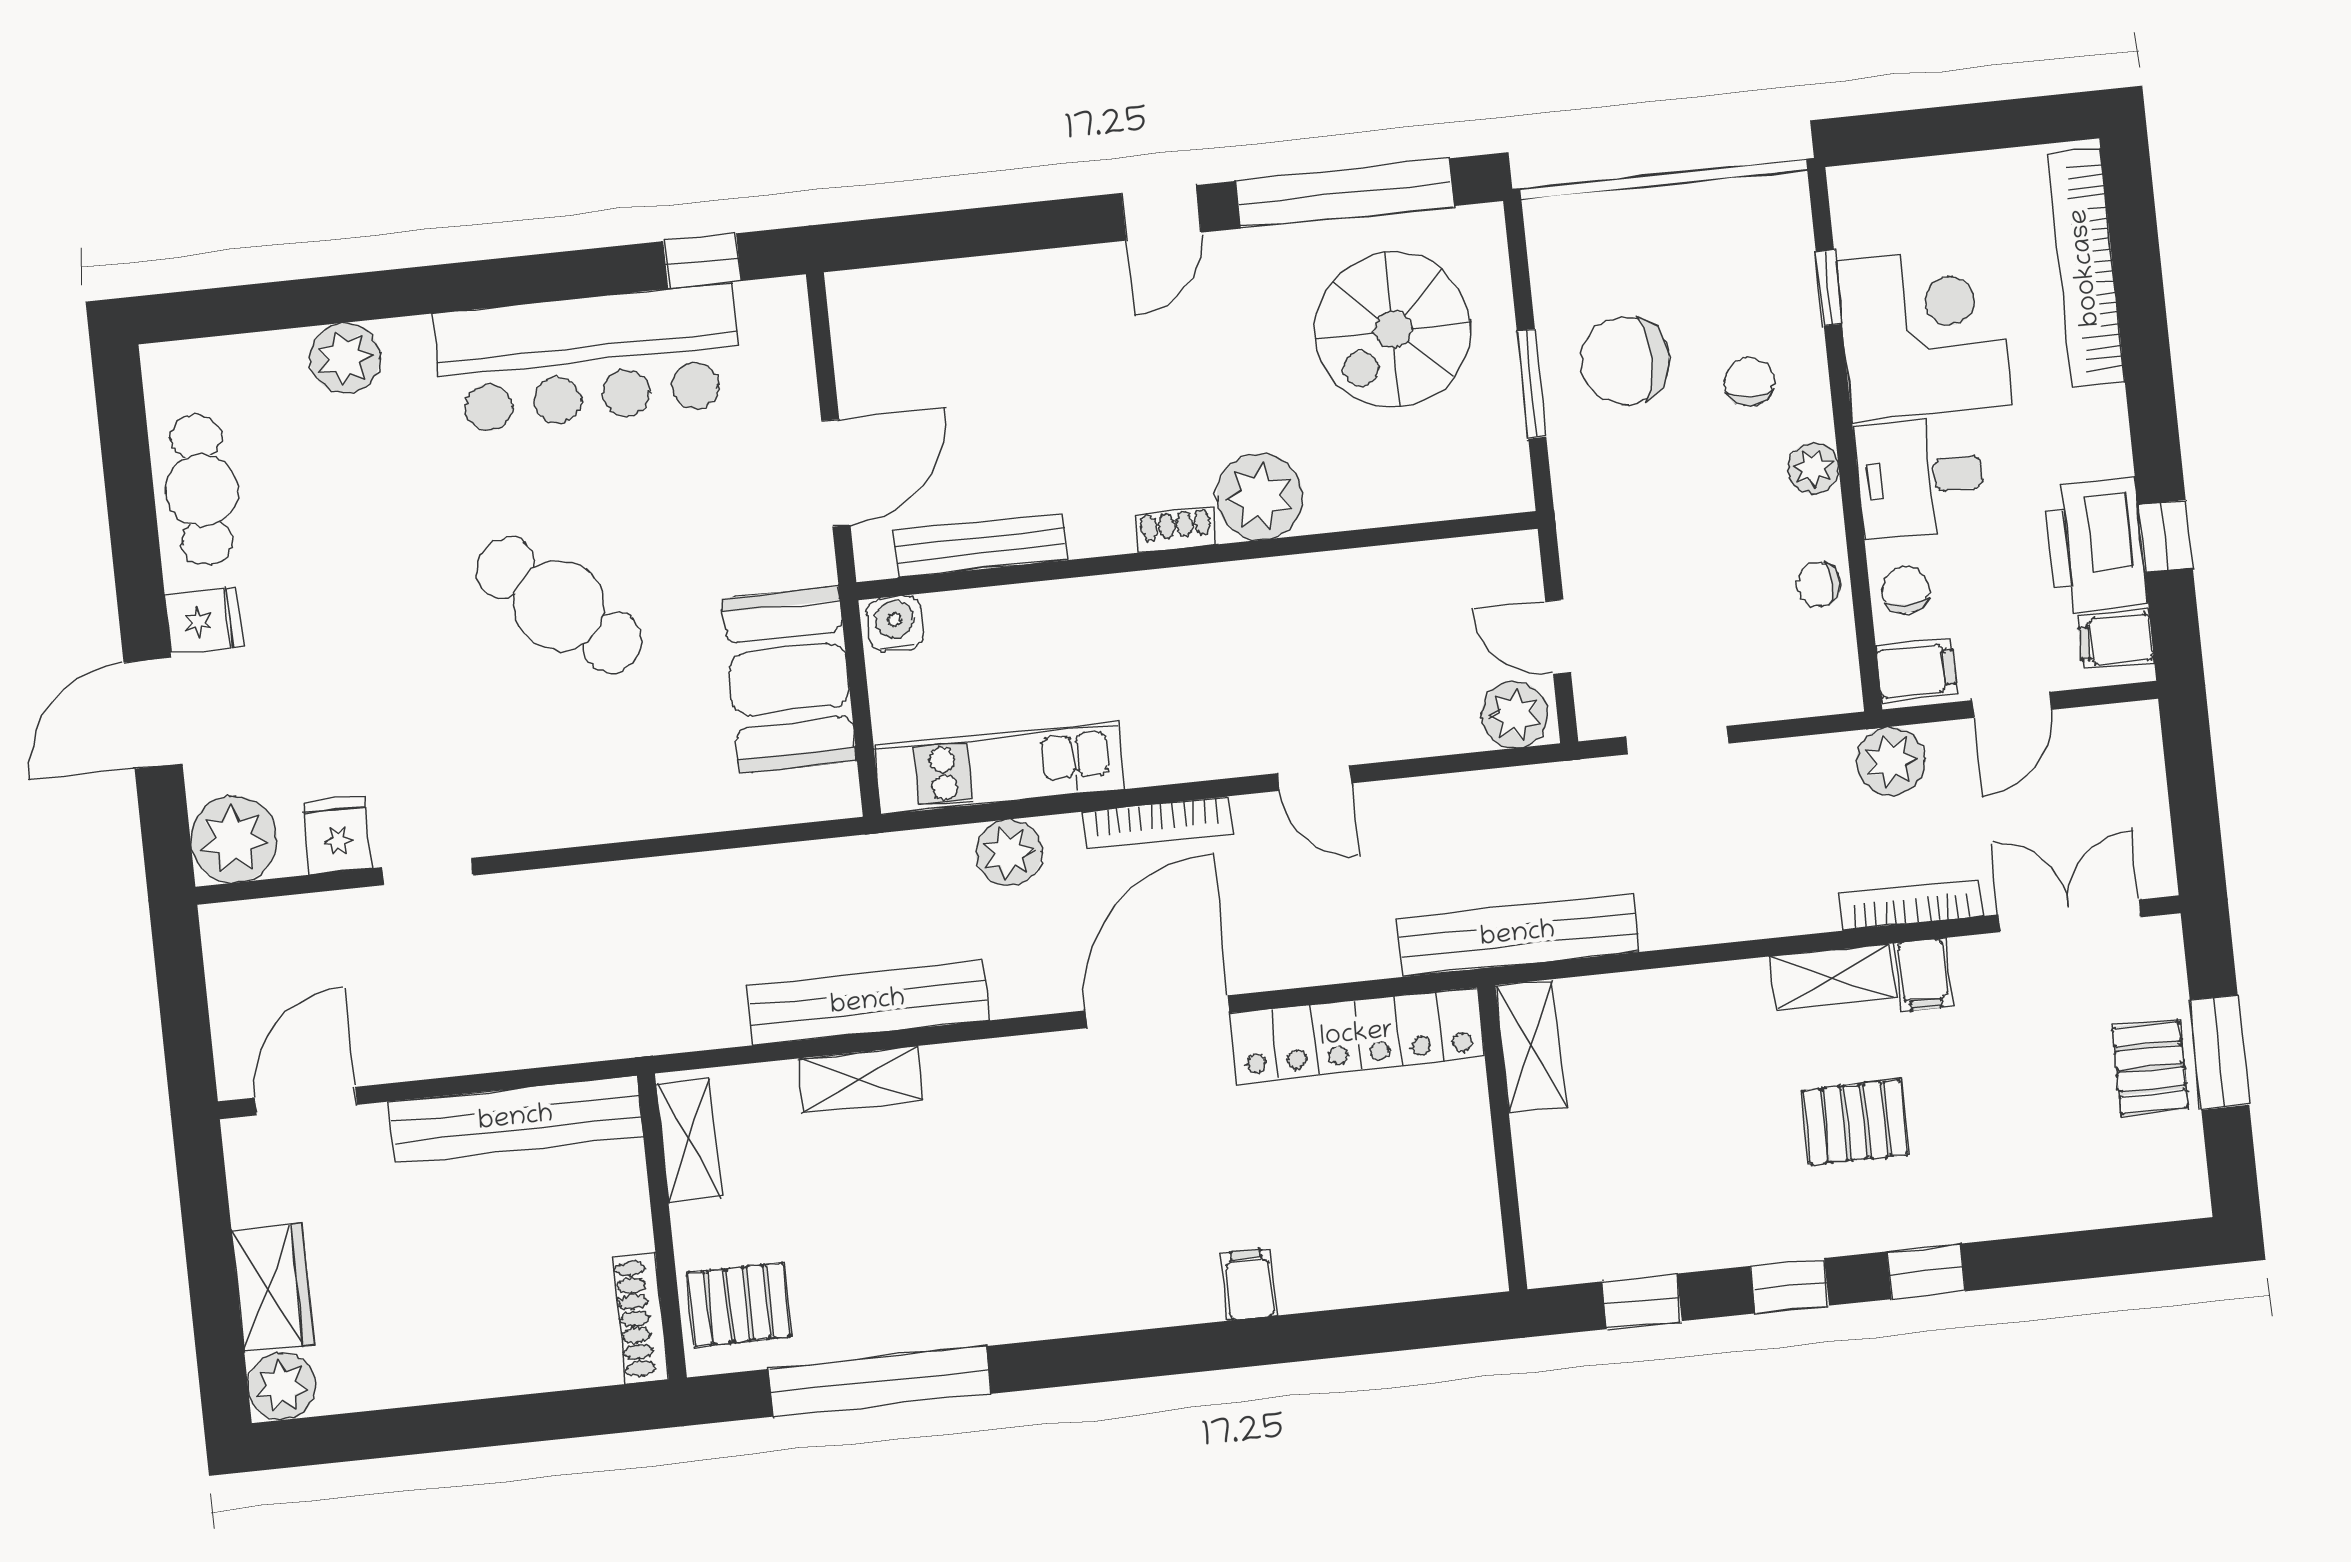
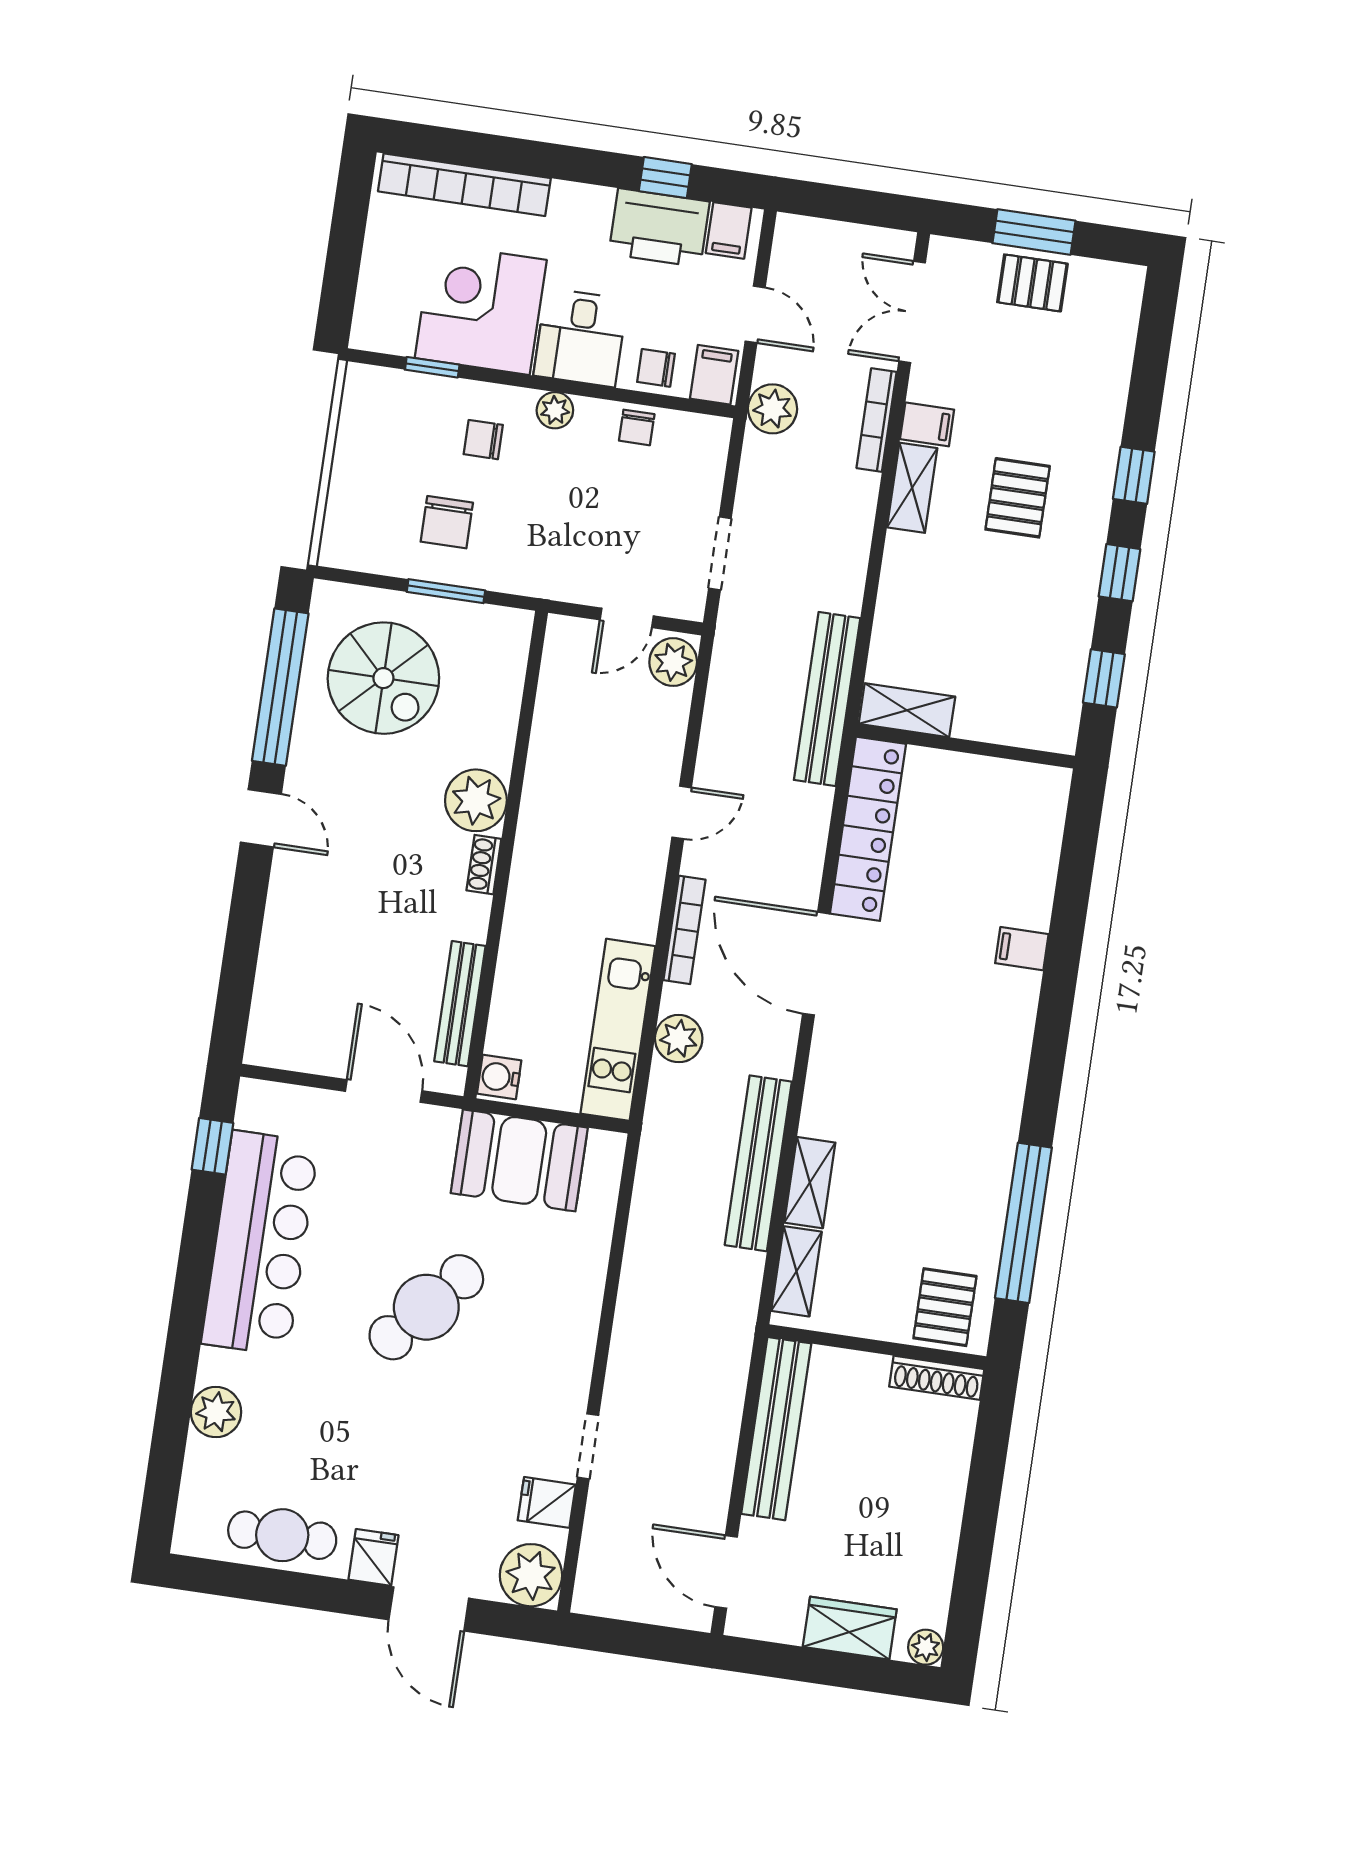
chair: (1625, 361) -> (447, 522), width x0.73, depth x0.73
shelving: (689, 1140) -> (796, 1271), moved, turned 90
plant: (282, 1386) -> (926, 1647), width x0.73, depth x0.73

